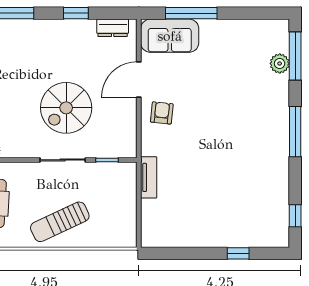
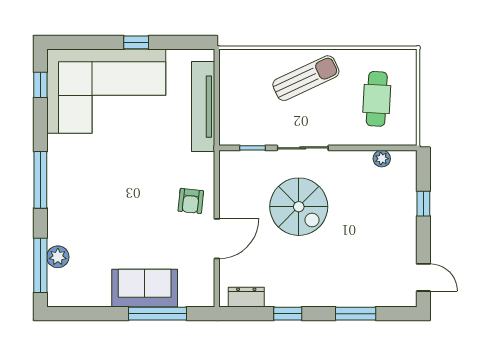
sofa: (170, 36) -> (145, 288), moved
spiral stairs: (66, 108) -> (299, 207), turned 90
tv unit: (149, 177) -> (203, 107), width x1.92, depth x1.29
corner sofa: (237, 210) -> (106, 91), added
window: (238, 253) -> (136, 42), moved

